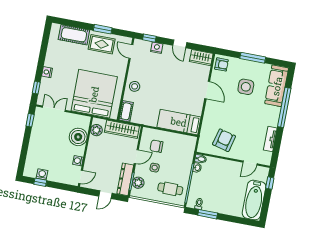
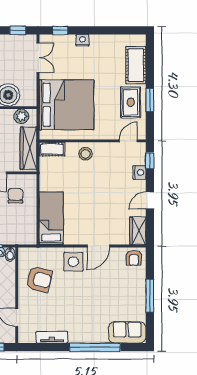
sofa: (277, 86) -> (127, 332), width x0.73
side table: (246, 87) -> (73, 262), moved

